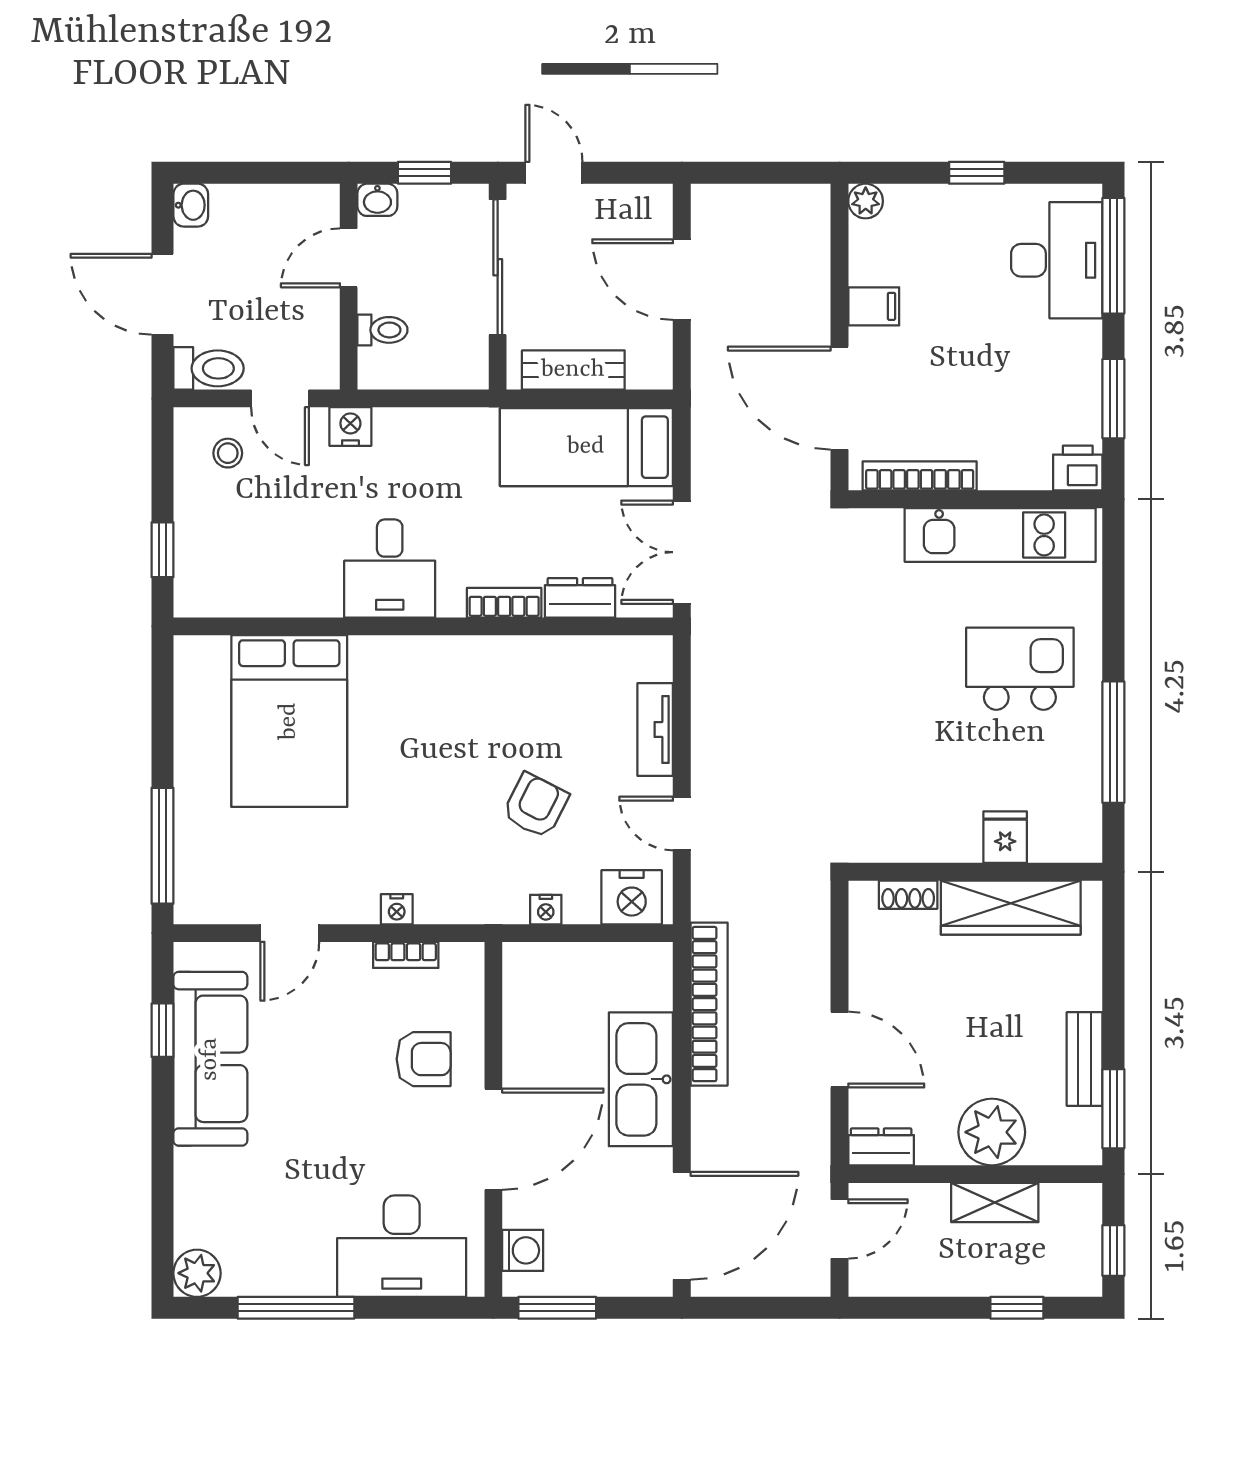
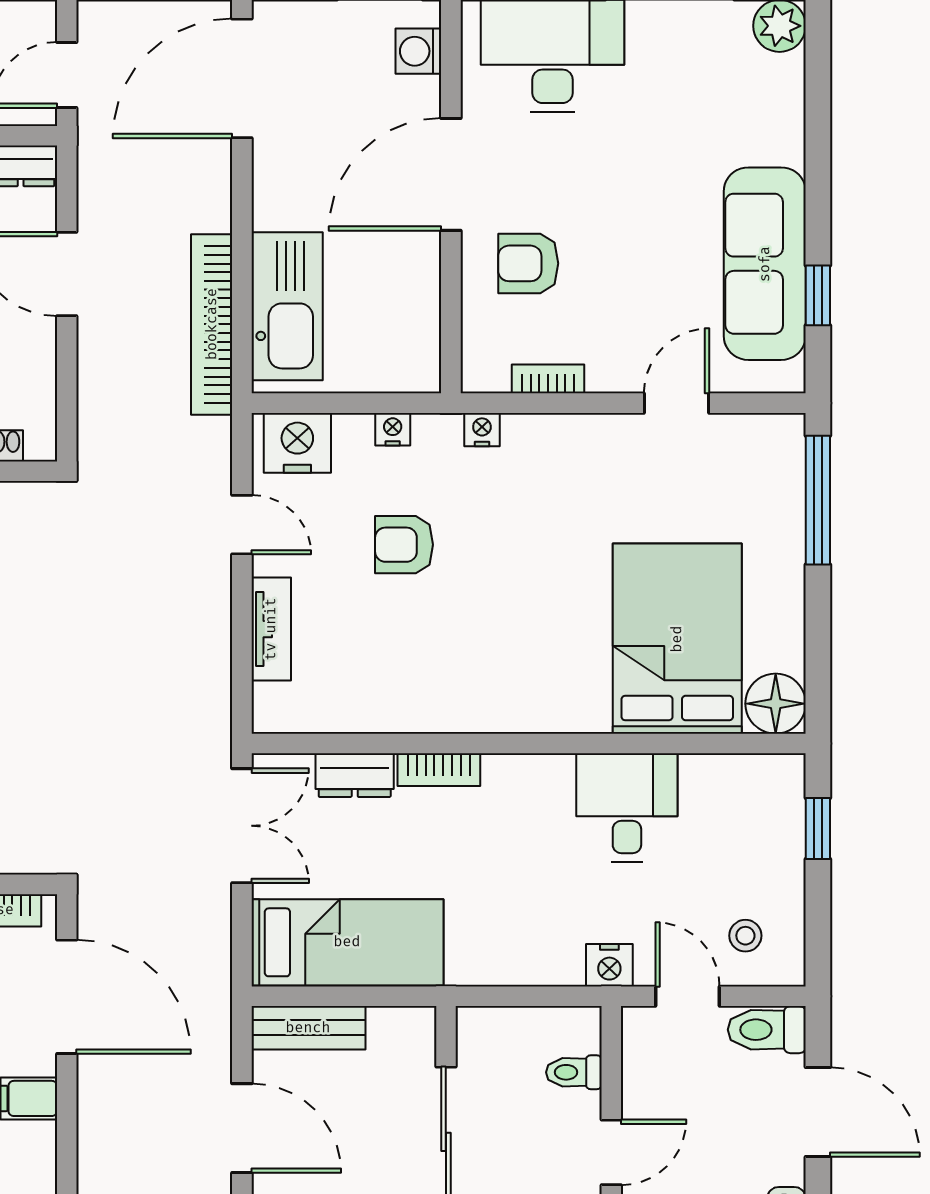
bench: (573, 370) -> (308, 1028), moved
desk: (390, 569) -> (627, 808), moved
floor lamp: (201, 662) -> (776, 704), added
armchair: (536, 806) -> (404, 545), turned 63
nightstand: (397, 909) -> (482, 430), moved
kitchen sink: (641, 1079) -> (287, 306), moved

